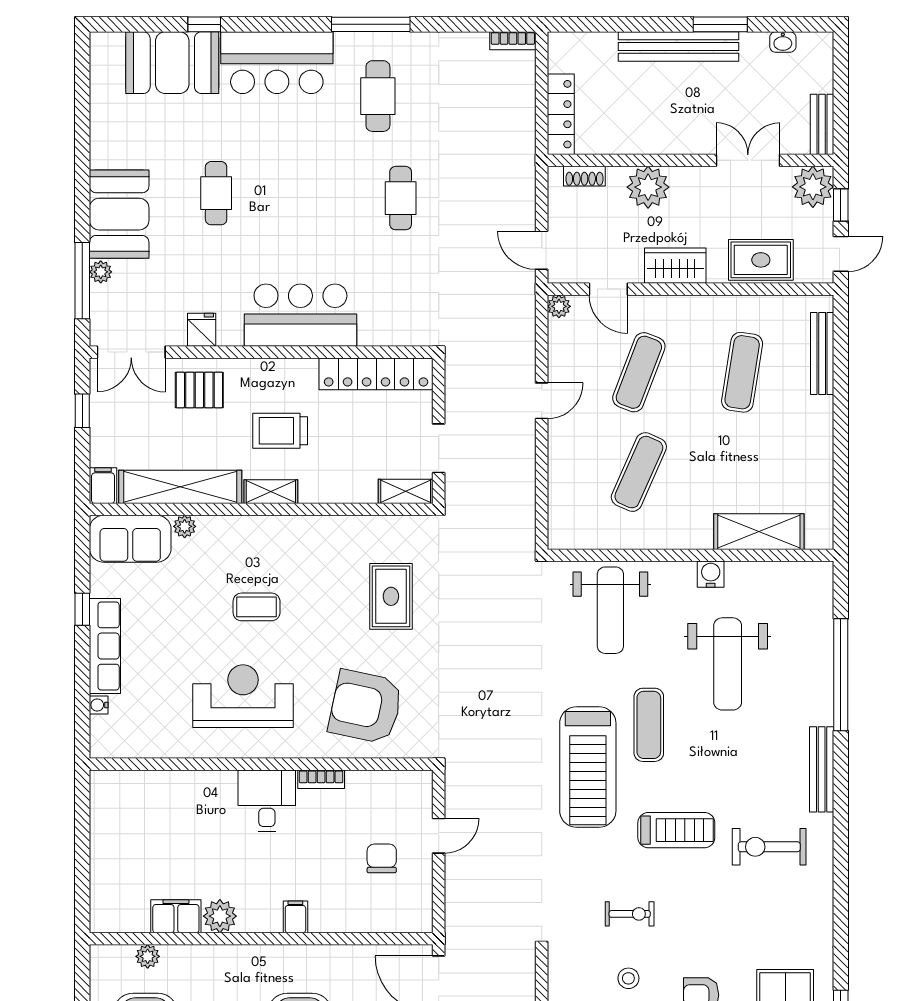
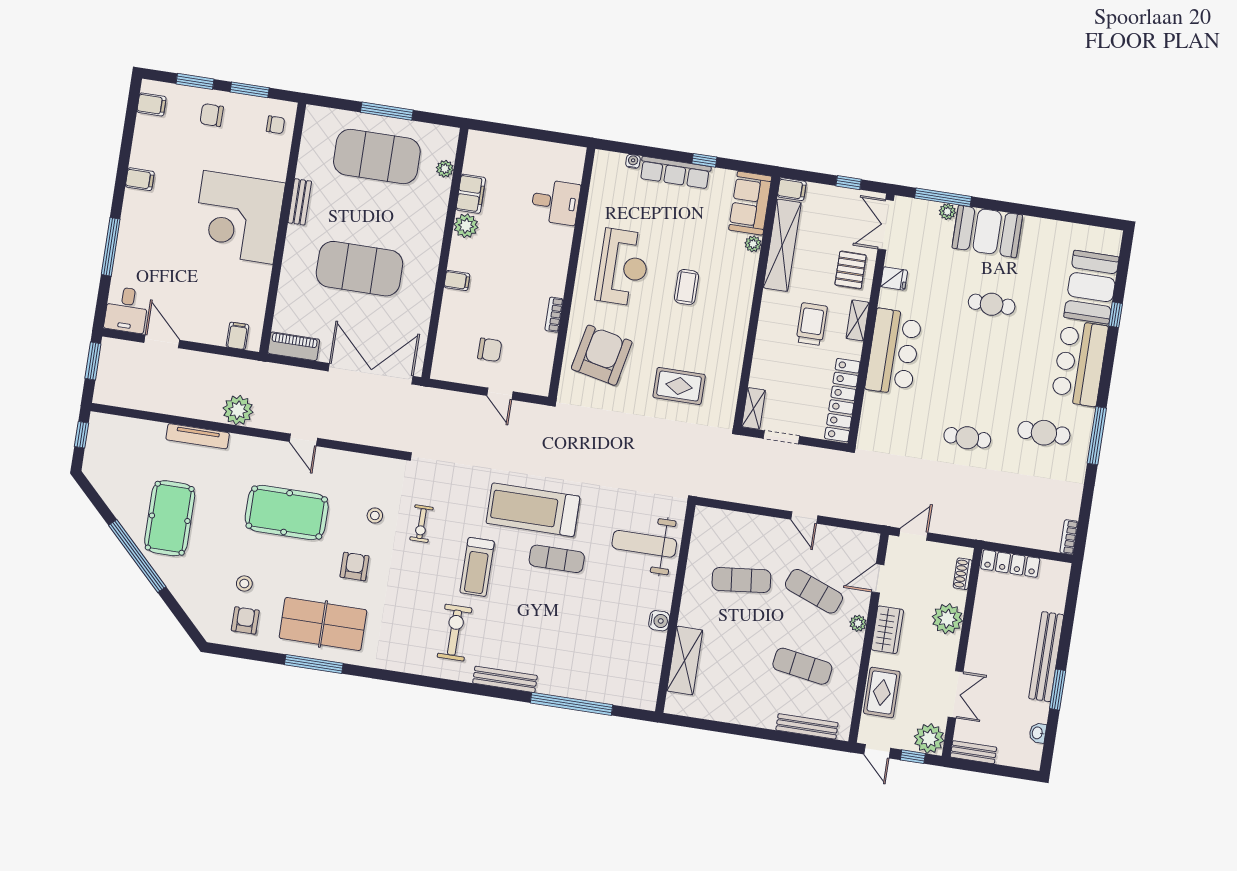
plant: (559, 306) -> (858, 623), moved
exercise mat: (639, 472) -> (741, 580), turned -30
shelving: (271, 492) -> (858, 320), moved
weight bench: (728, 664) -> (592, 623), removed
desk: (267, 801) -> (555, 202), moved

